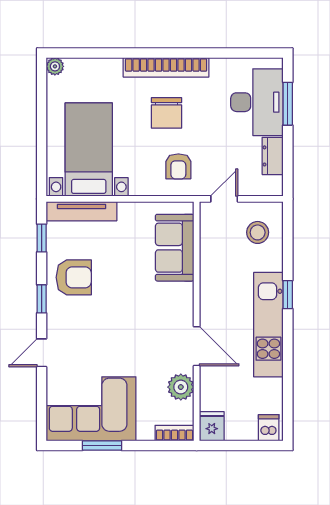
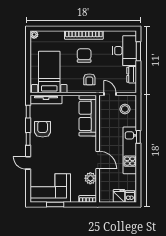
chair: (166, 113) -> (84, 55), turned 180
door: (224, 199) -> (110, 94), hinge flipped
sofa: (175, 248) -> (88, 116), width x1.36
armchair: (74, 277) -> (43, 129), turned -90
door: (42, 353) -> (28, 163), hinge flipped
fridge: (212, 426) -> (119, 196), moved

